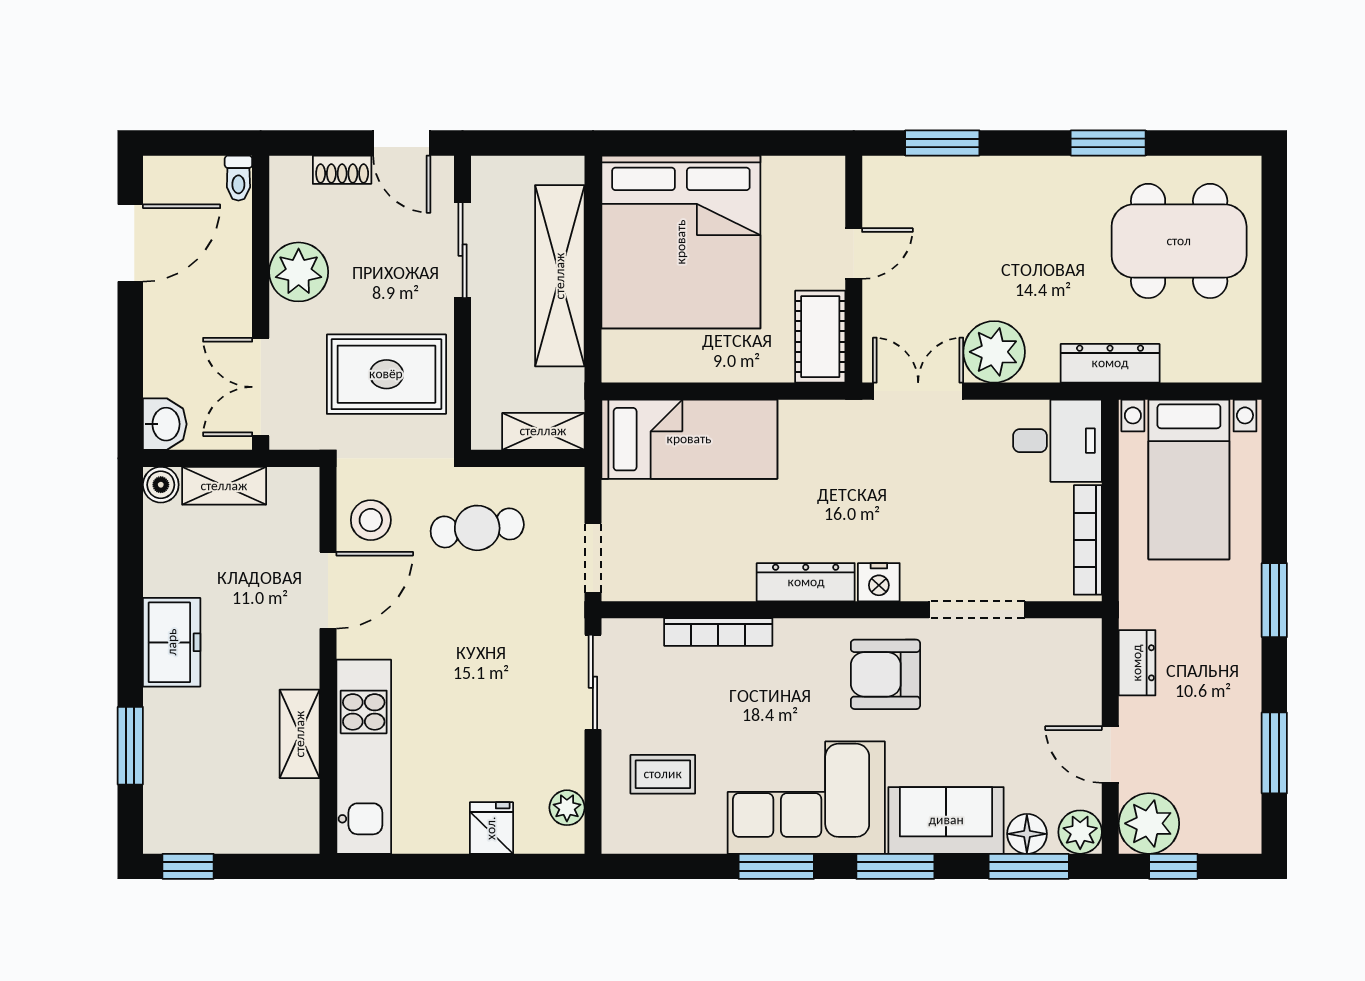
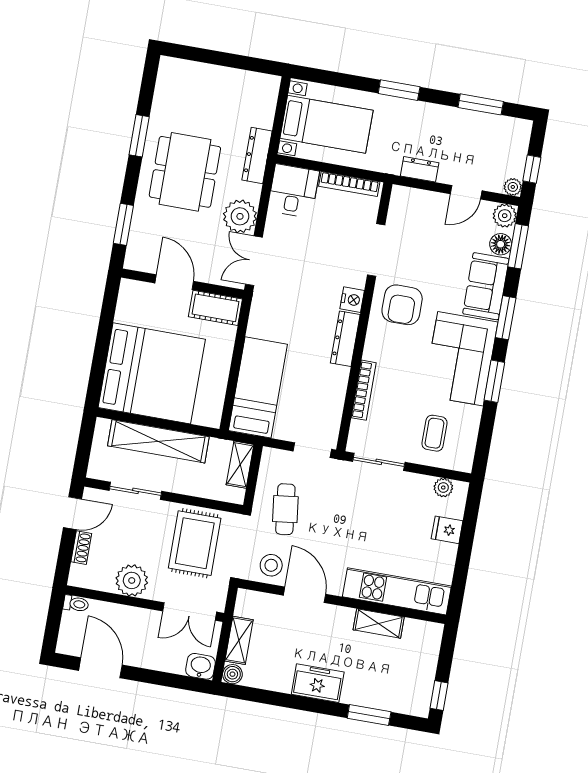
dining table: (1179, 241) -> (185, 172), moved
door: (854, 254) -> (174, 282), width x1.38
plant: (1149, 823) -> (513, 187), width x0.53, depth x0.53

